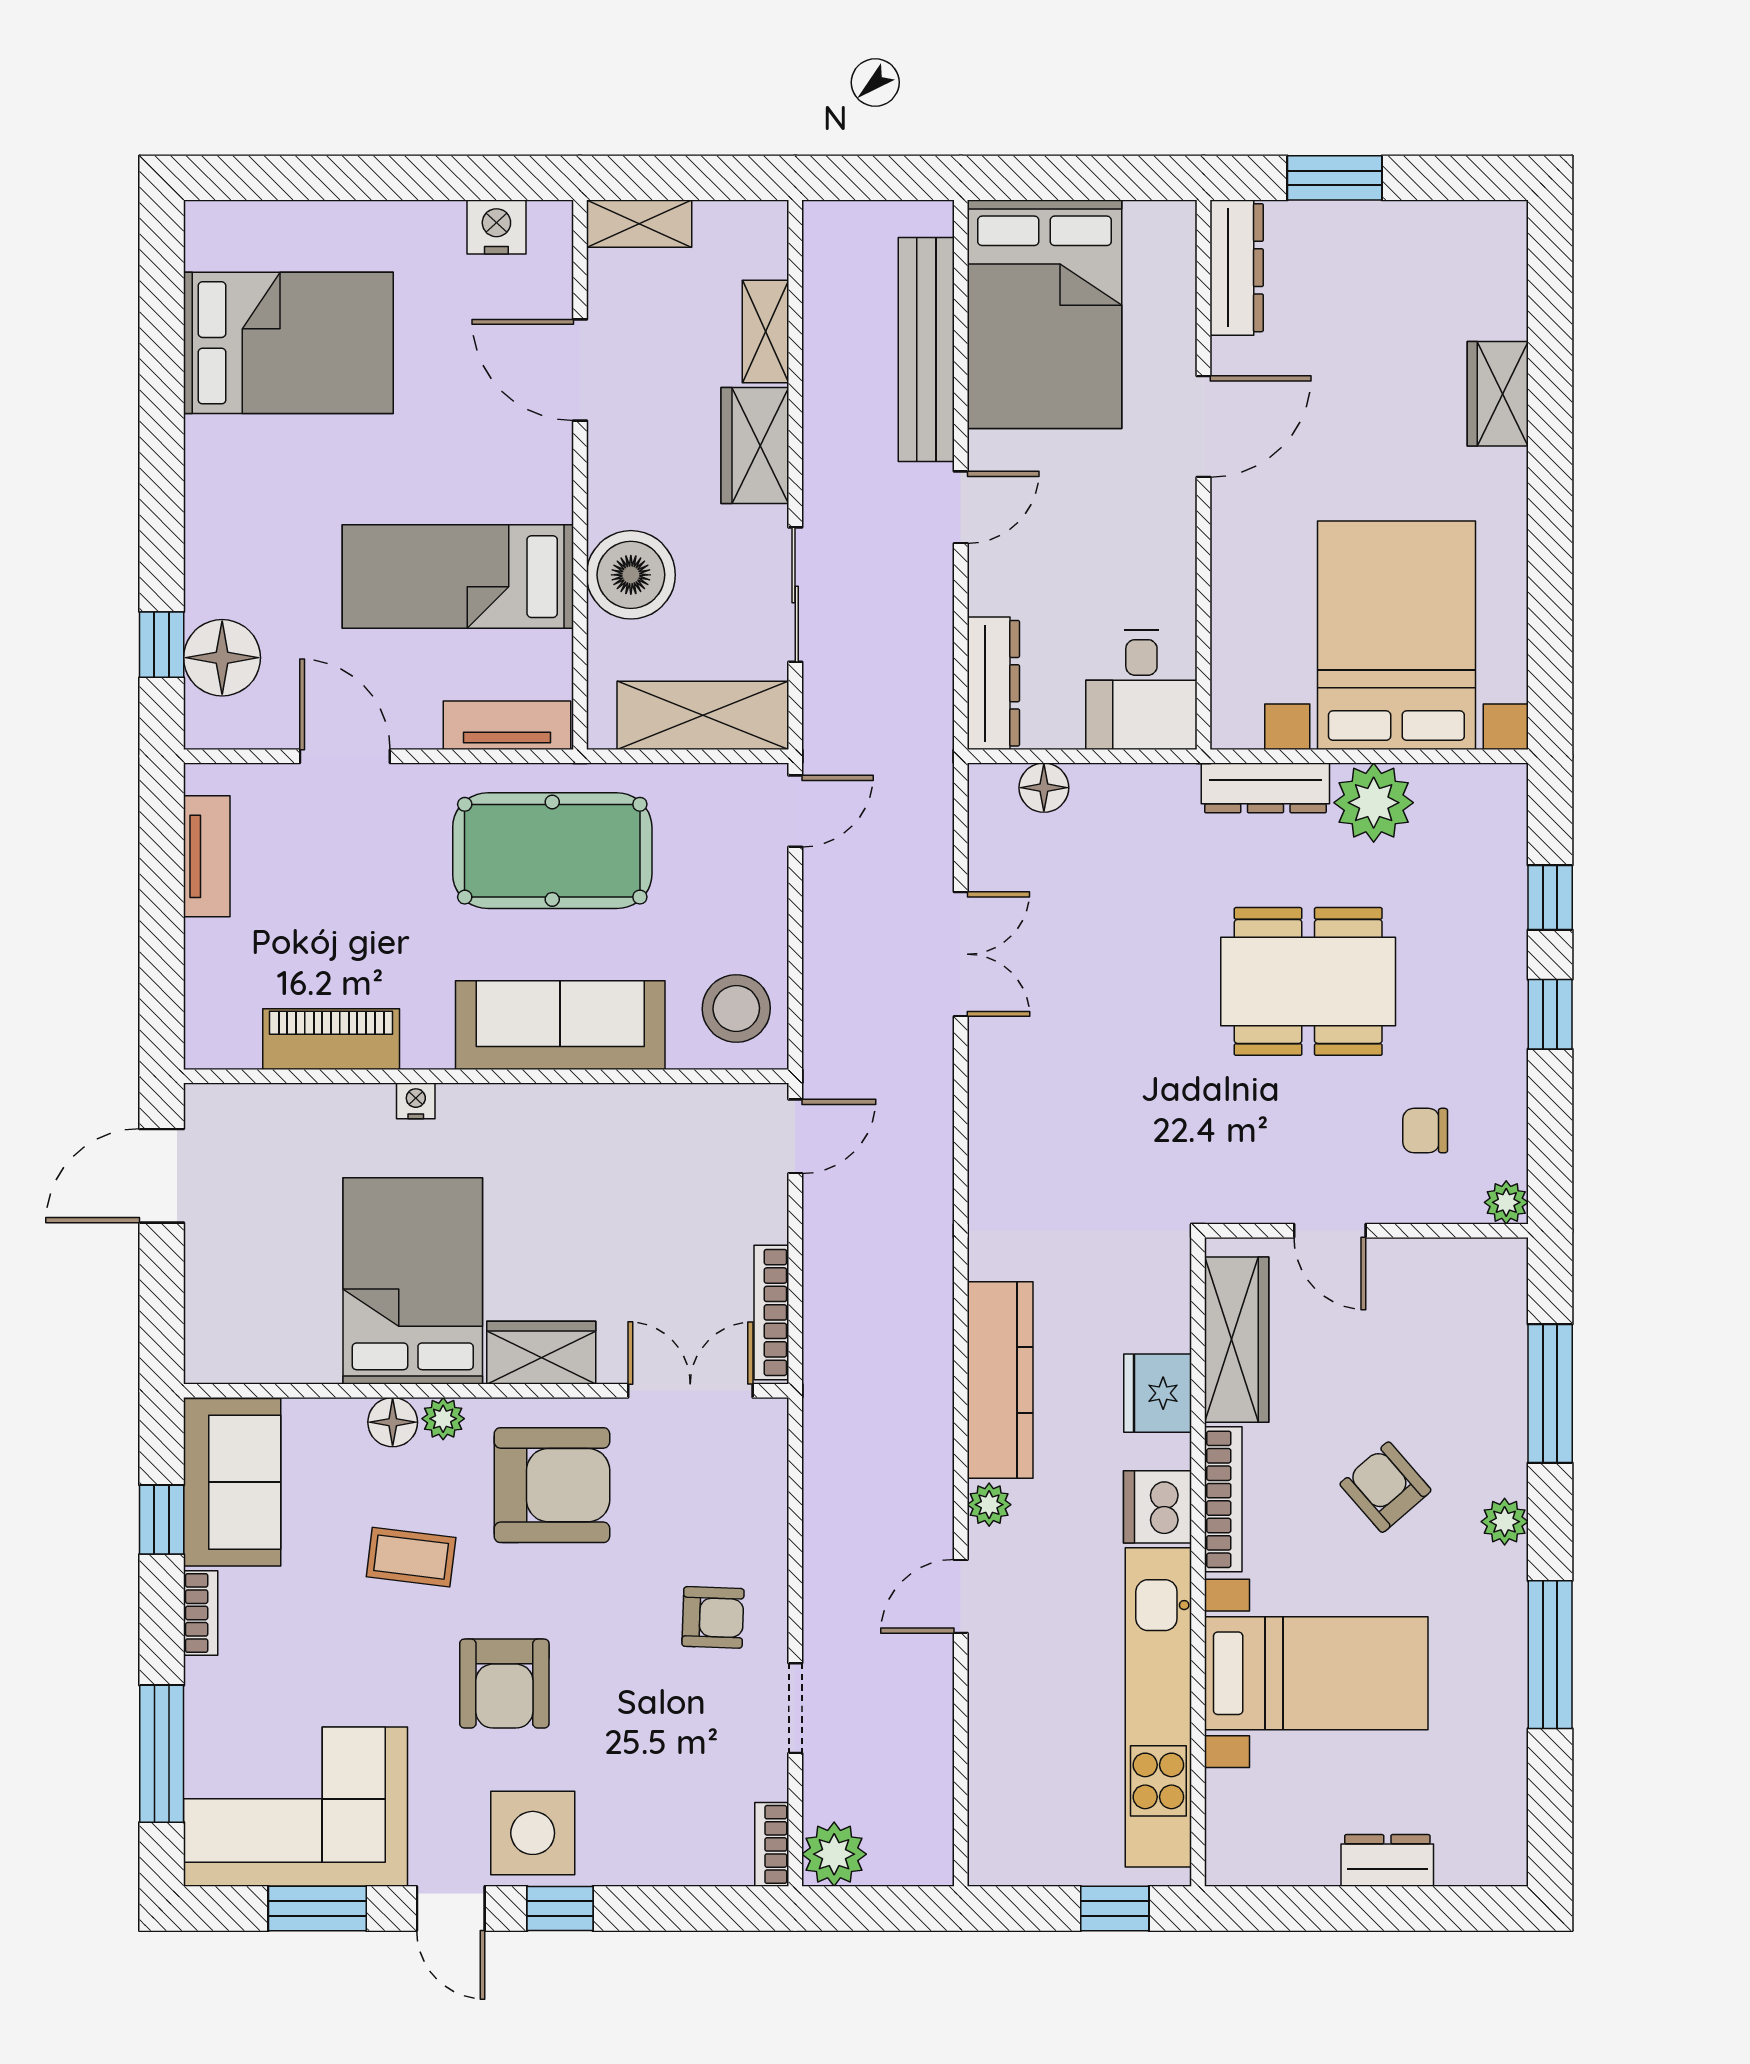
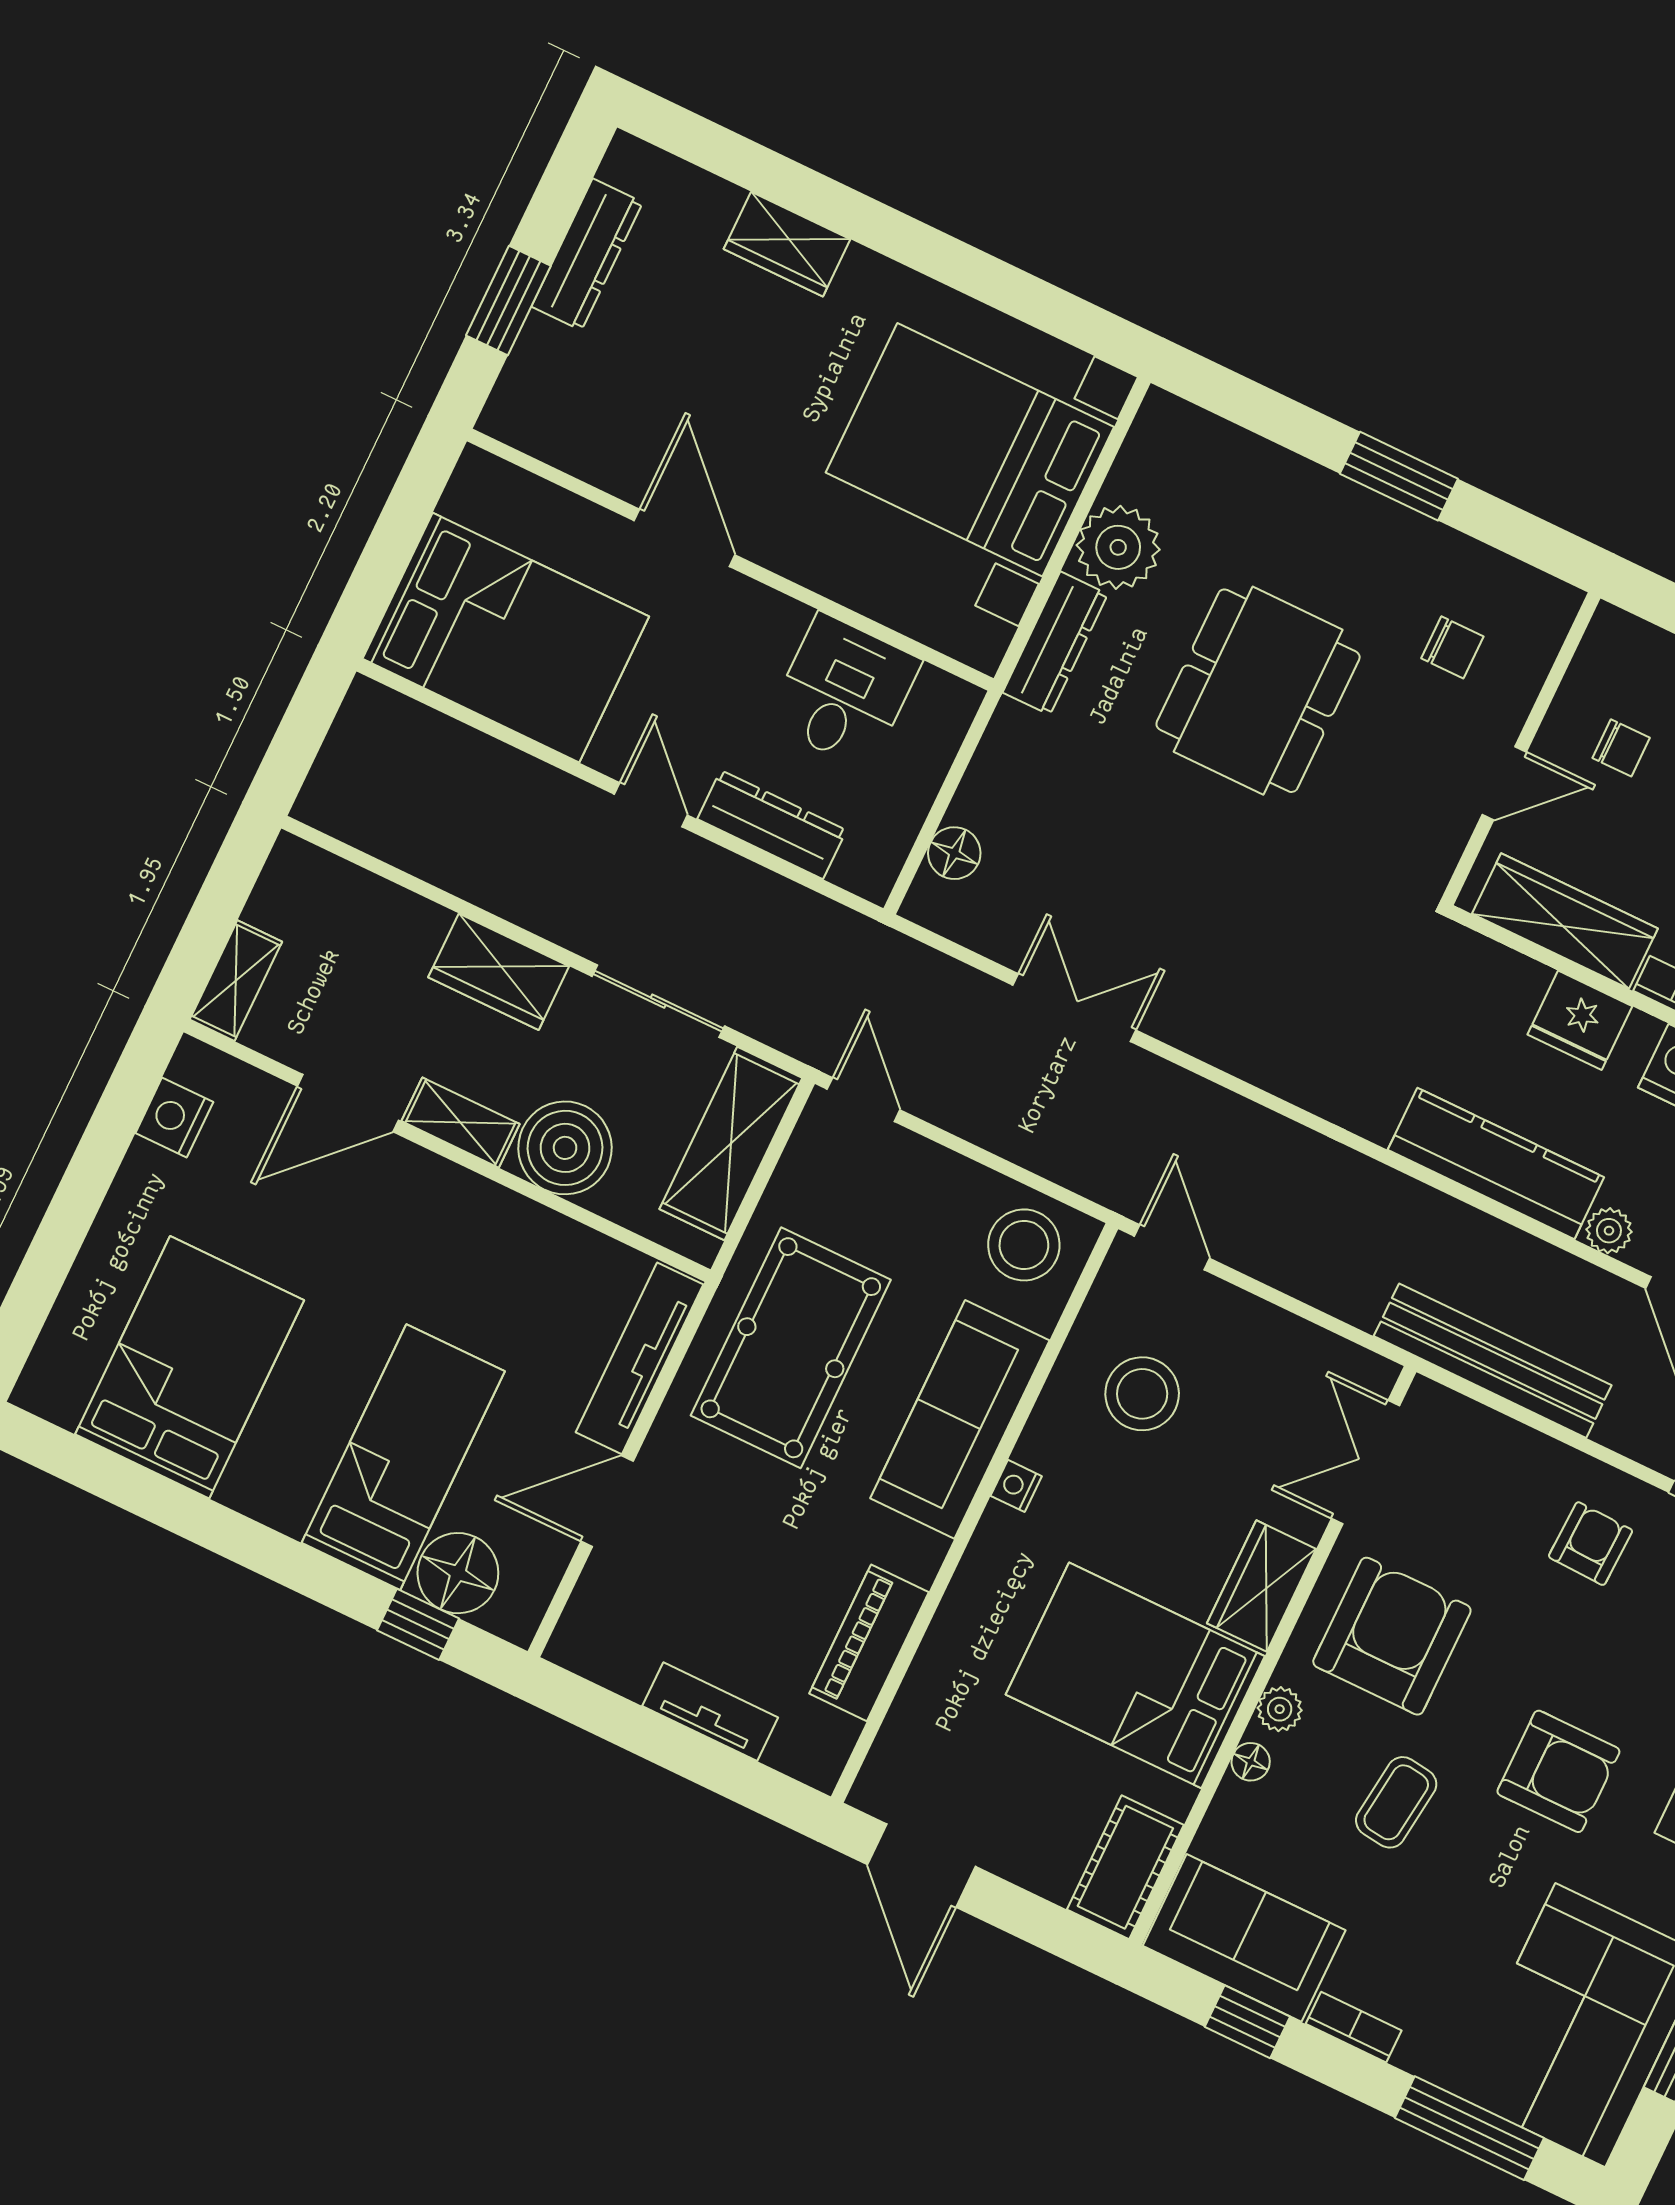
dresser: (1237, 268) -> (587, 254), moved, turned 90
shelving: (765, 332) -> (460, 1123), moved
bench: (926, 350) -> (1493, 1361), moved
bed: (458, 577) -> (403, 1457), moved, turned 180
dresser: (993, 683) -> (772, 825), moved
desk: (1141, 690) -> (844, 692), moved, turned -90
tv unit: (507, 725) -> (640, 1358), width x1.41
tv unit: (207, 856) -> (710, 1712), moved
window: (1550, 897) -> (1288, 423), removed
window: (1550, 1014) -> (1399, 476), width x1.50
nightstand: (416, 1101) -> (1016, 1486), moved
chair: (1425, 1131) -> (1452, 647), turned -90
stool: (657, 1171) -> (1142, 1394), added
plant: (1506, 1202) -> (1557, 603), removed
bookcase: (771, 1312) -> (1328, 1350), removed
chair: (1408, 1317) -> (1621, 748), added
cot: (244, 1351) -> (1125, 1867), added
floor lamp: (393, 1422) -> (1251, 1762), width x0.73, depth x0.73

